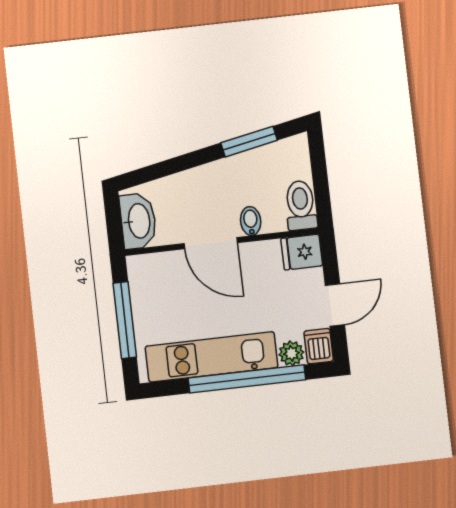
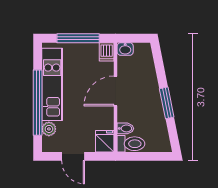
window: (249, 142) -> (167, 103), moved
washbasin: (138, 221) -> (125, 49), width x0.52, depth x0.69
bidet: (251, 221) -> (125, 128), moved
dishwasher: (319, 346) -> (107, 52), moved, turned 90

